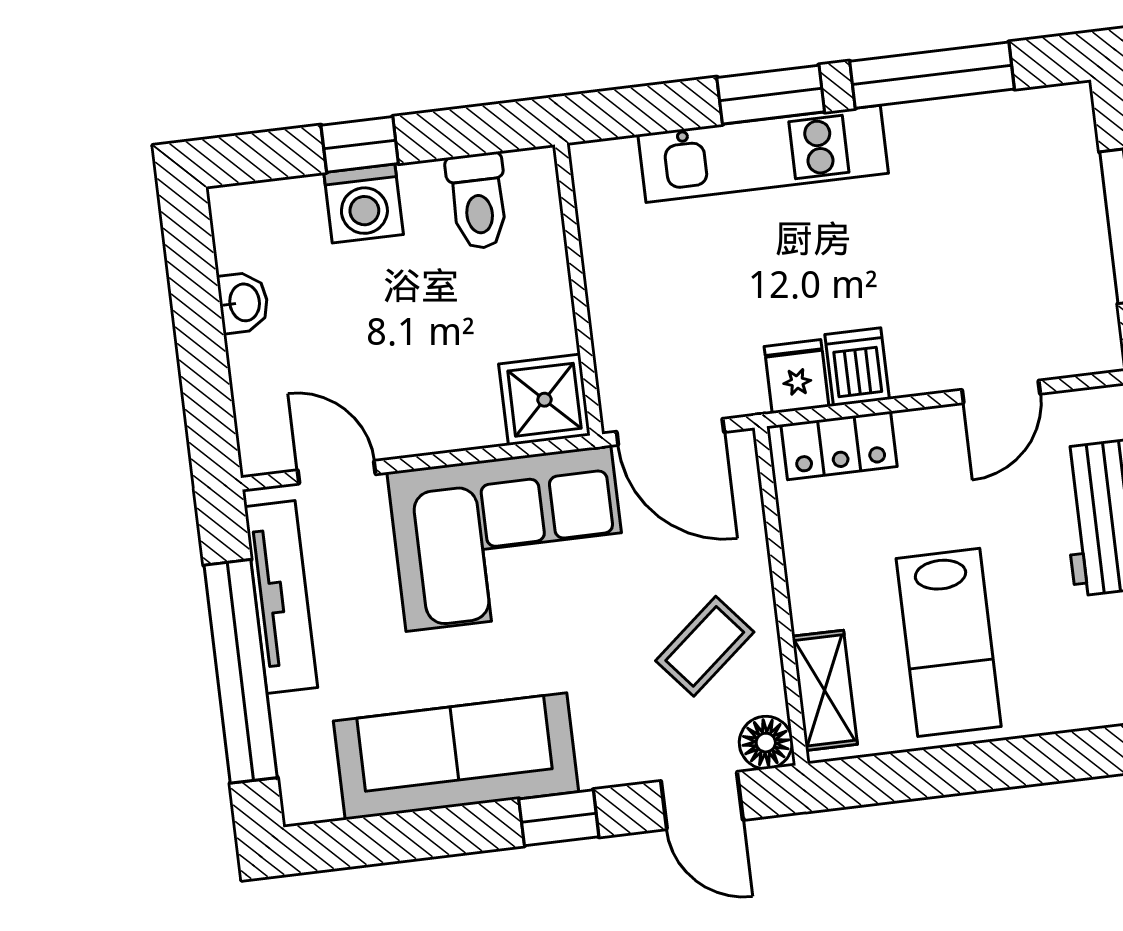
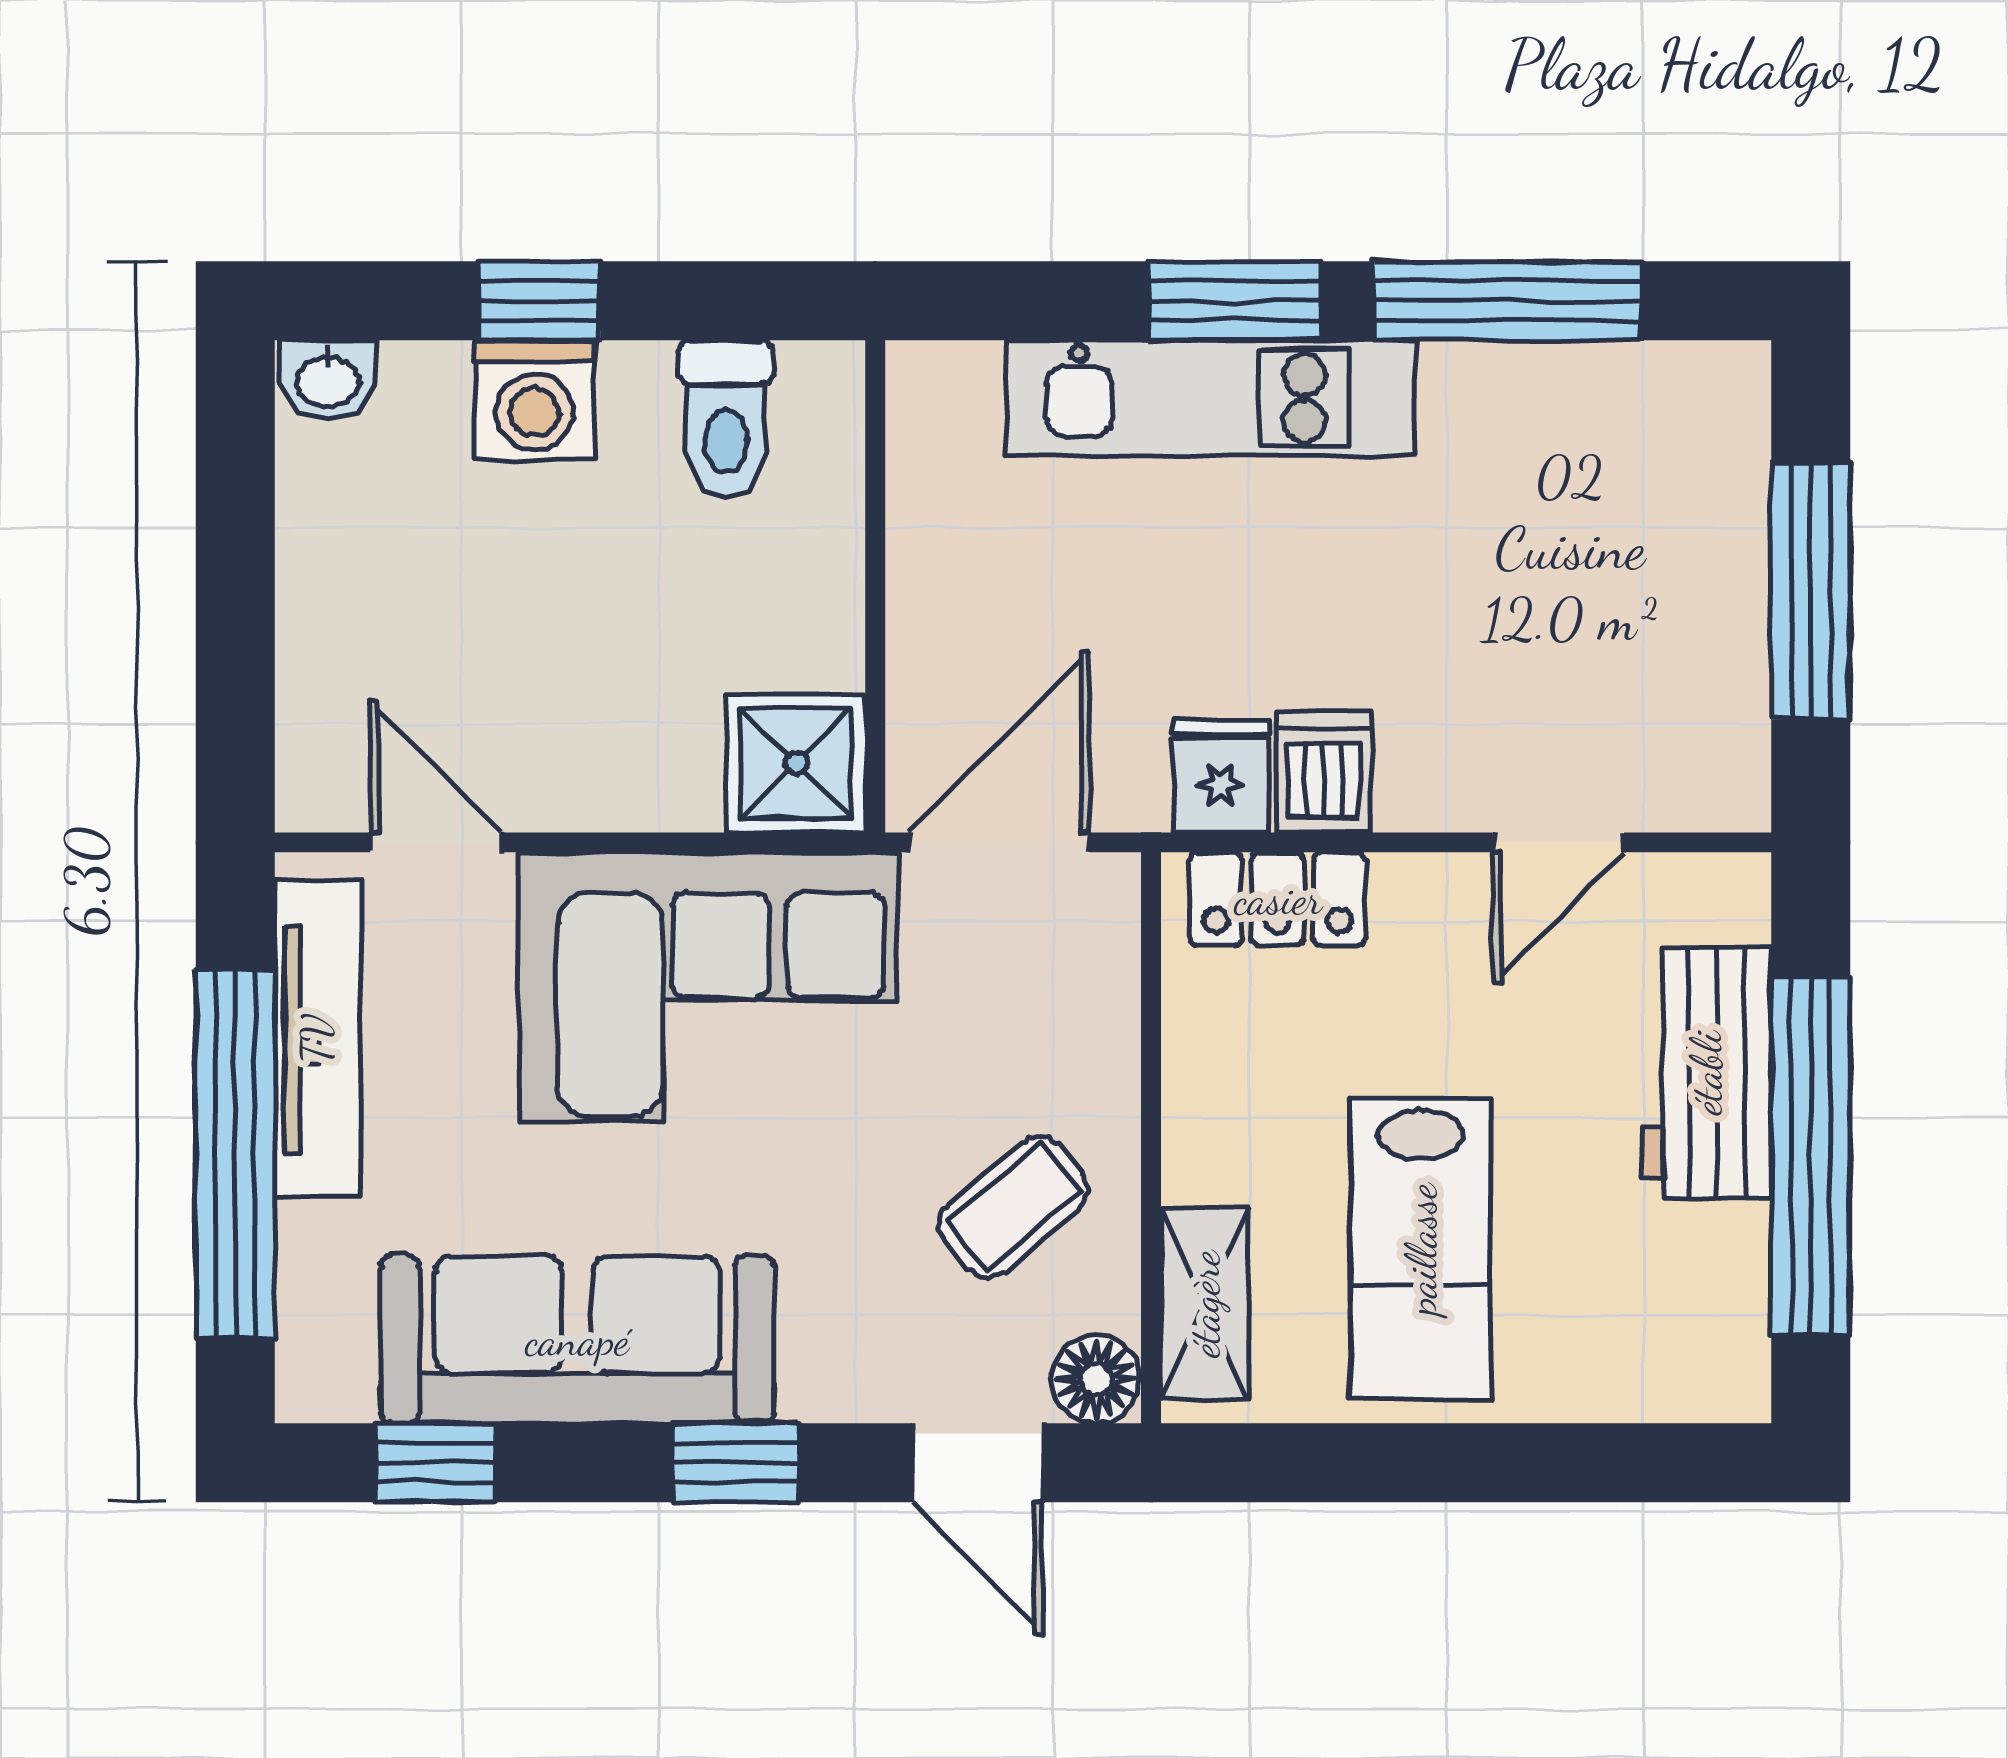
washbasin: (243, 303) -> (328, 380), moved, turned 90
door: (670, 432) -> (999, 842), swing flipped
window: (381, 839) -> (435, 1463), added

